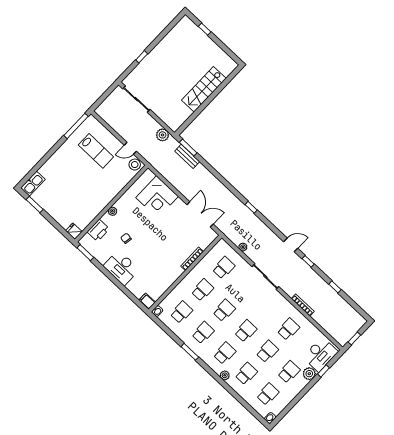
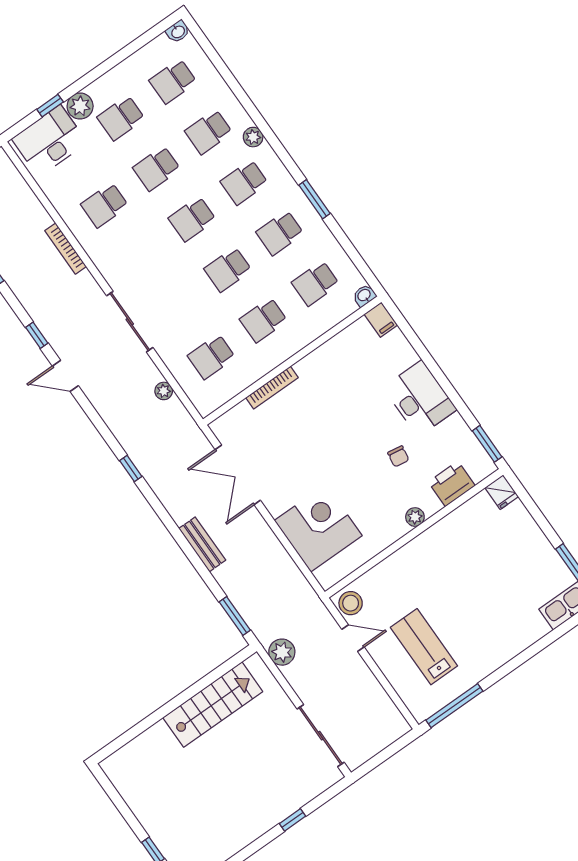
stairs: (204, 89) -> (213, 705), moved
bench: (187, 156) -> (202, 544), moved

